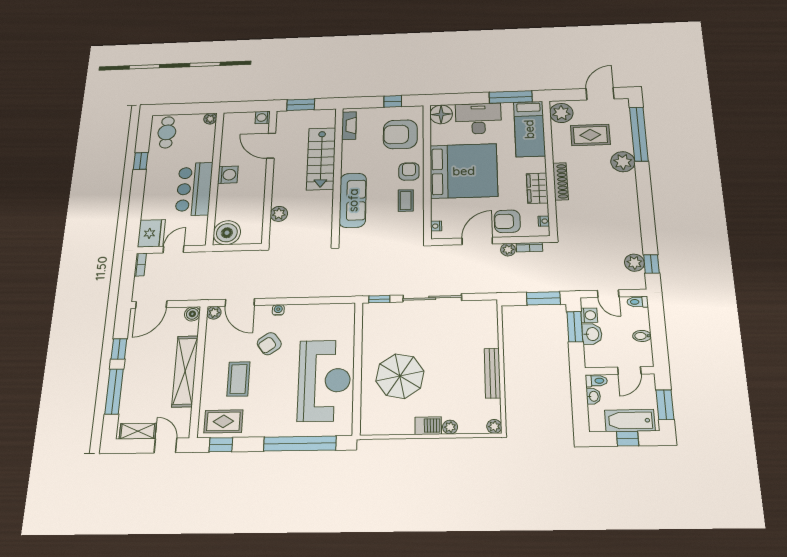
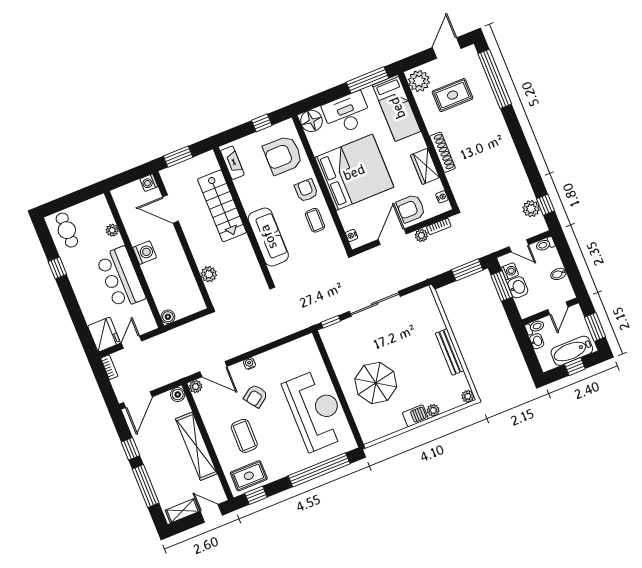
plant: (210, 119) -> (112, 230), moved
plant: (623, 162) -> (490, 113), removed
boiler: (227, 233) -> (168, 317), width x0.54, depth x0.54

